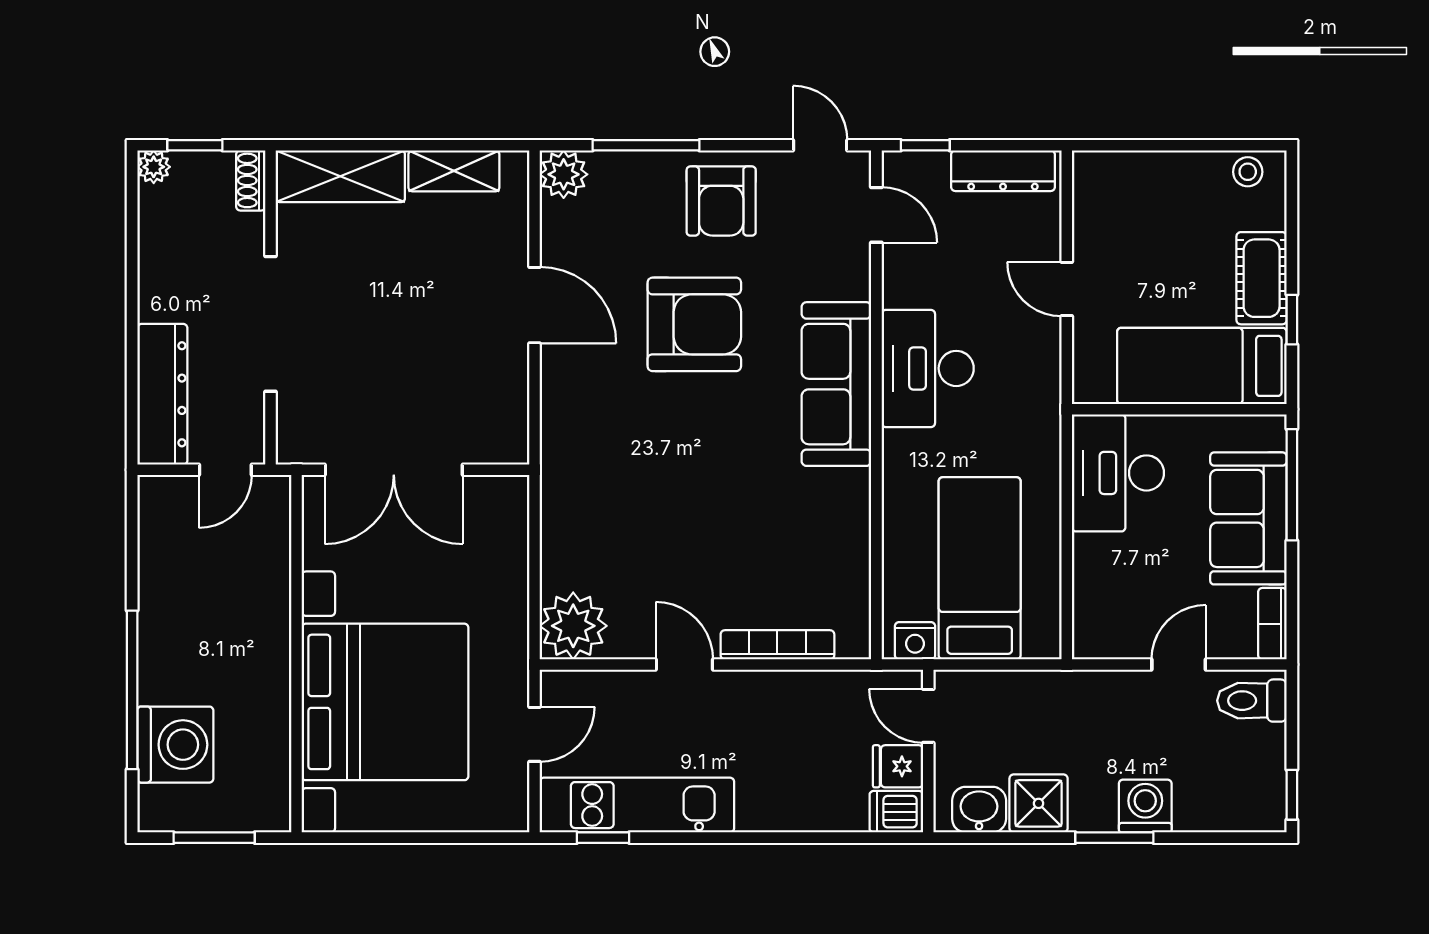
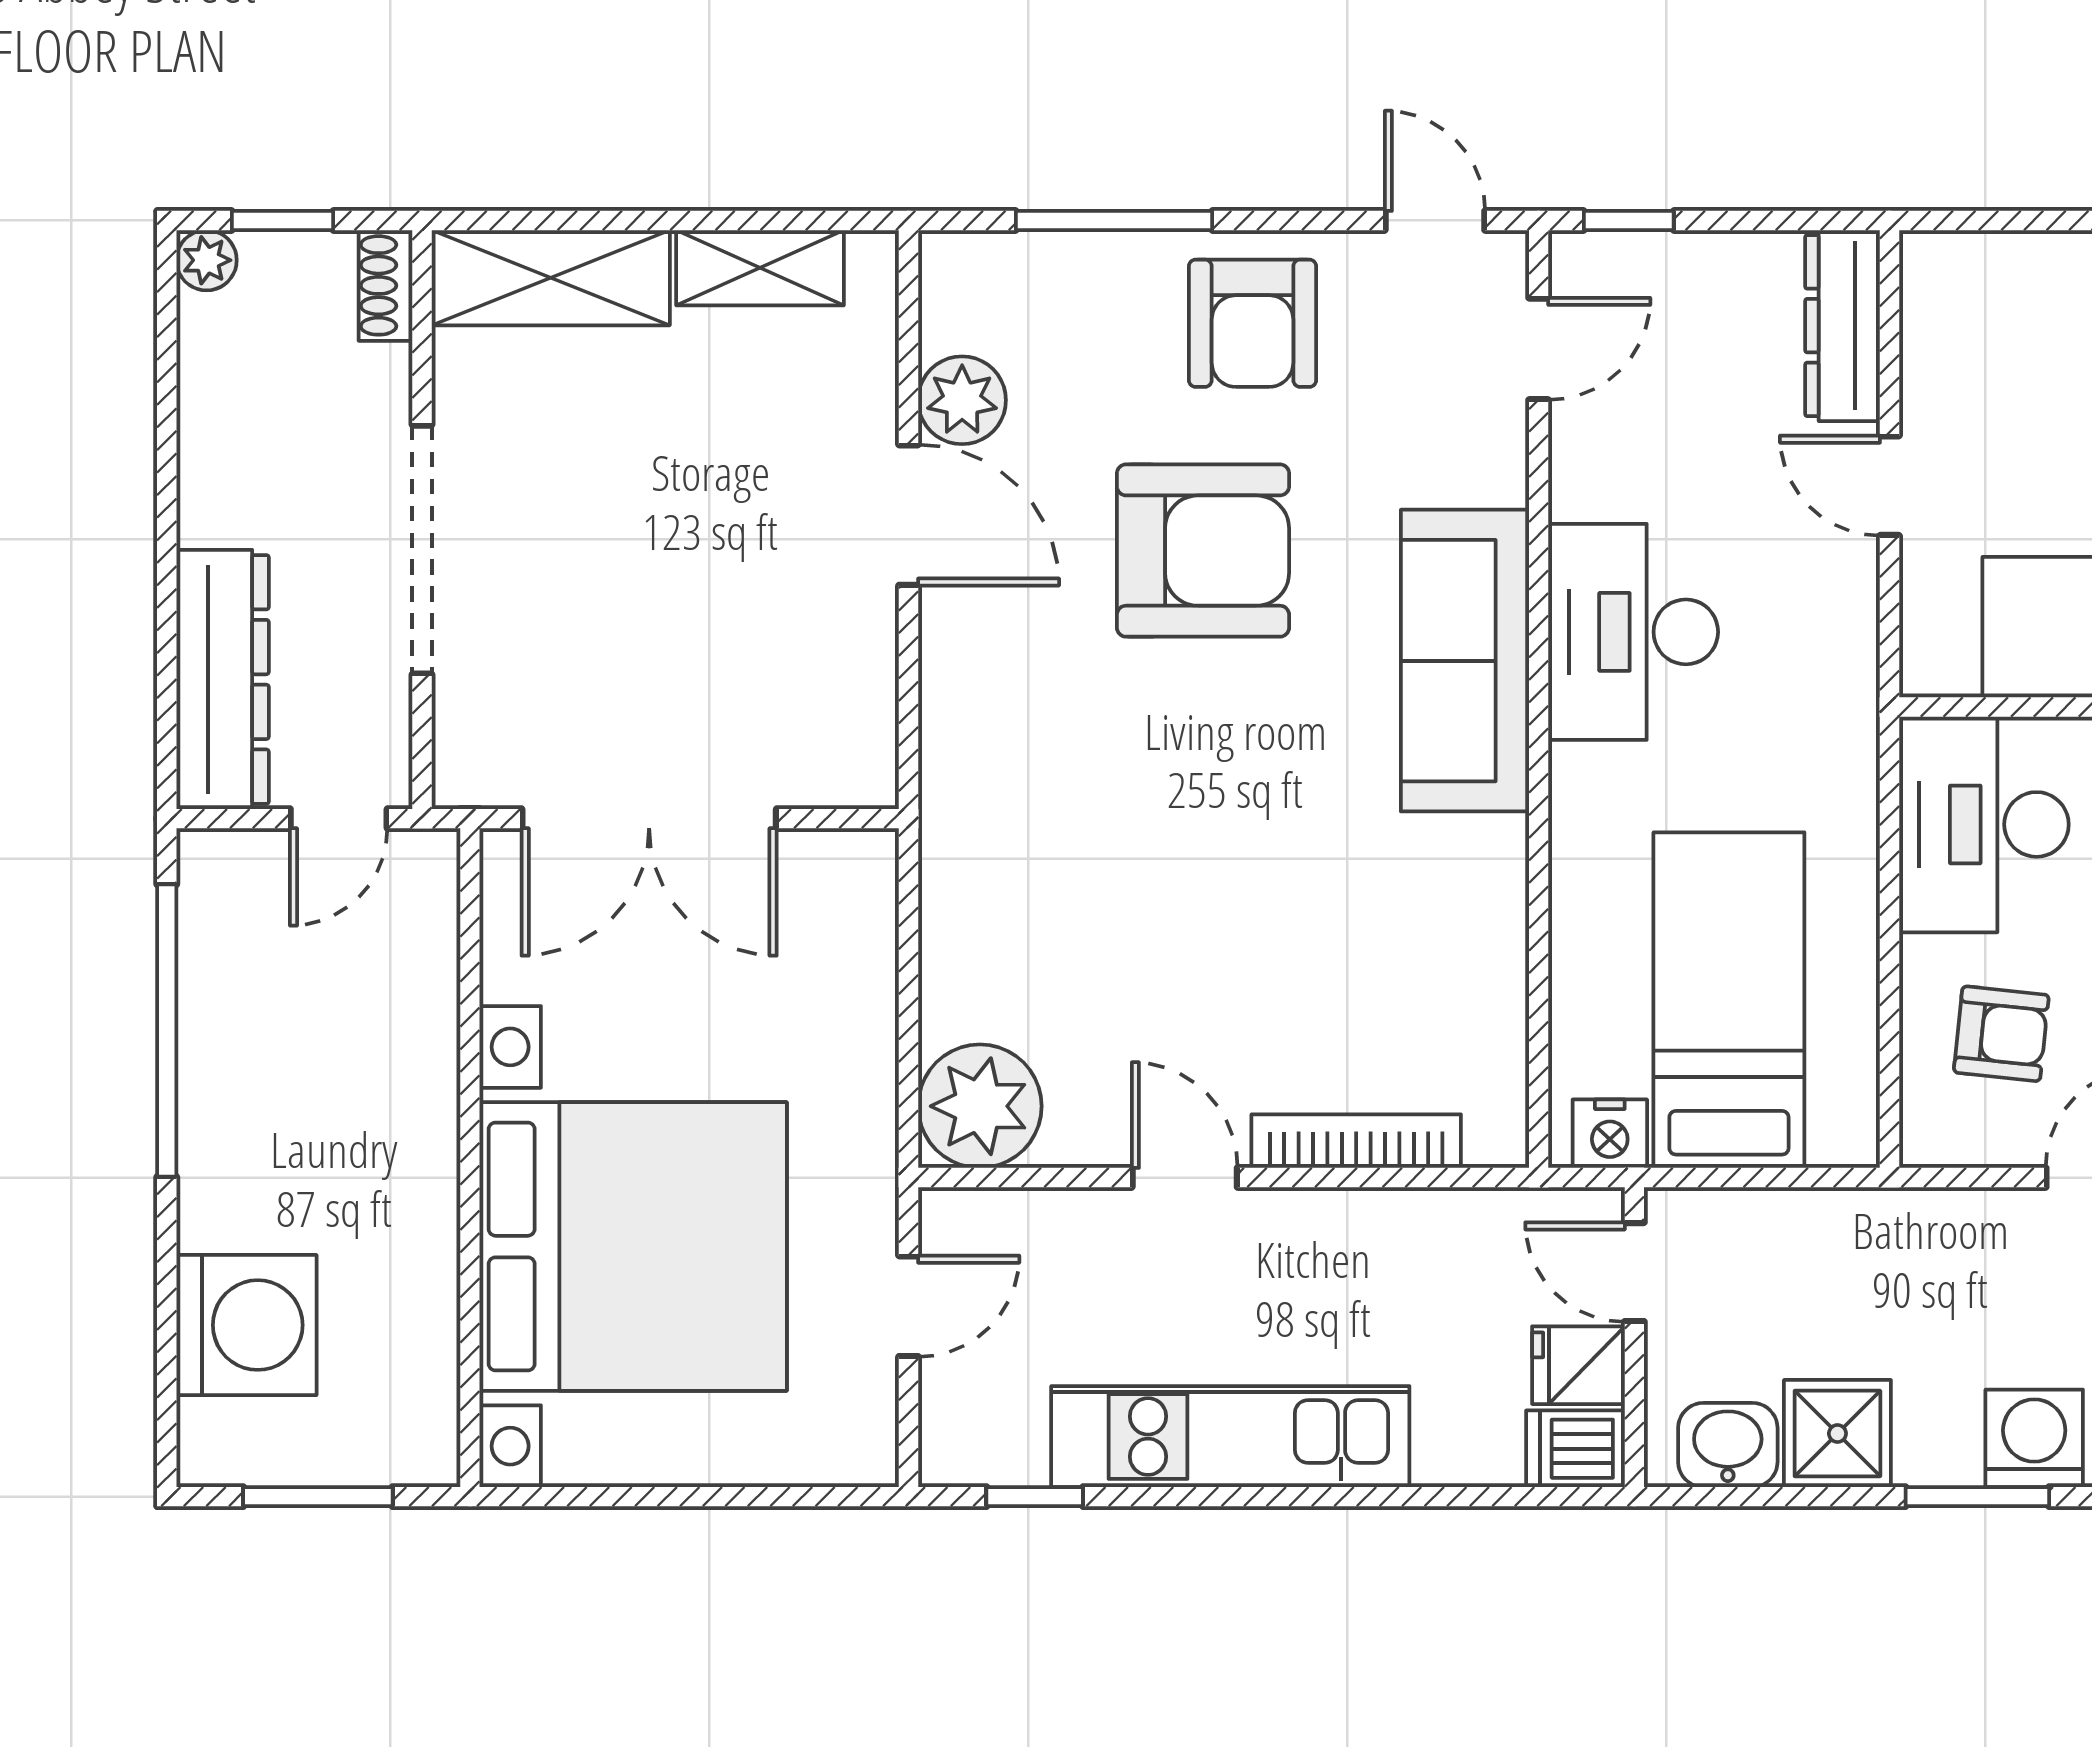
dresser: (1003, 171) -> (1843, 326), moved, turned 90
plant: (564, 174) -> (962, 400), moved
door: (876, 215) -> (1539, 349), hinge flipped
armchair: (1127, 586) -> (2001, 1034), added
window: (132, 690) -> (167, 1031), moved
kitchen unit: (637, 805) -> (1230, 1437), moved

